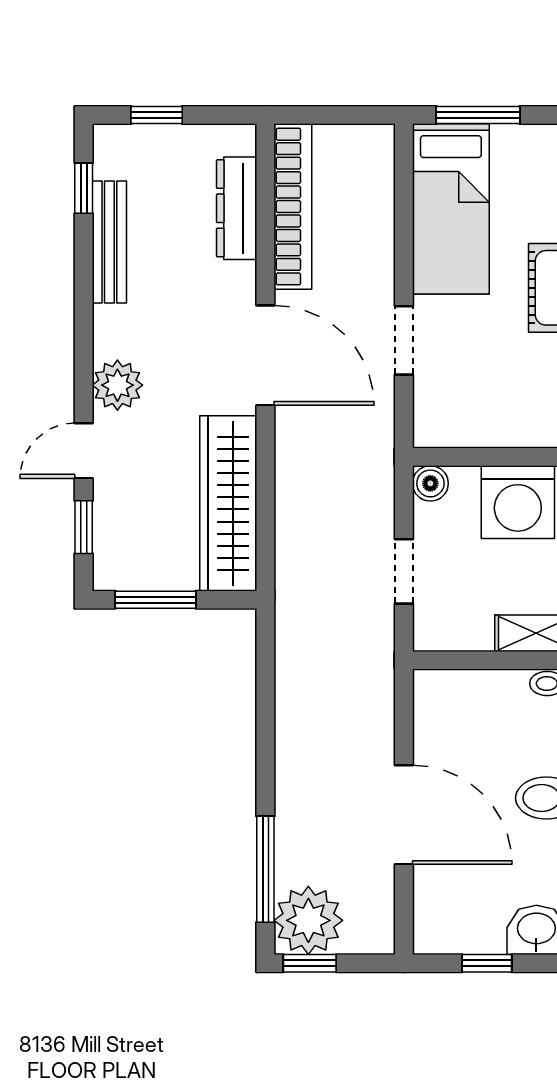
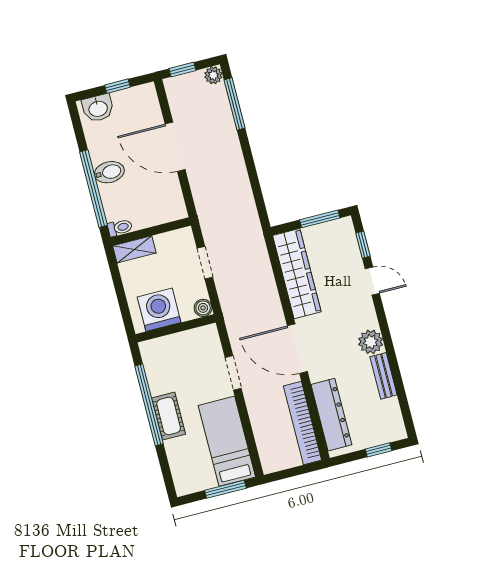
window: (84, 188) -> (404, 406), removed
dresser: (237, 208) -> (331, 415), width x1.37, depth x1.24
bench: (109, 242) -> (384, 376), width x0.73
plant: (117, 385) -> (371, 342), moved
door: (84, 451) -> (372, 281), hinge flipped
plant: (308, 920) -> (213, 75), width x0.53, depth x0.53
window: (310, 963) -> (182, 69), moved

